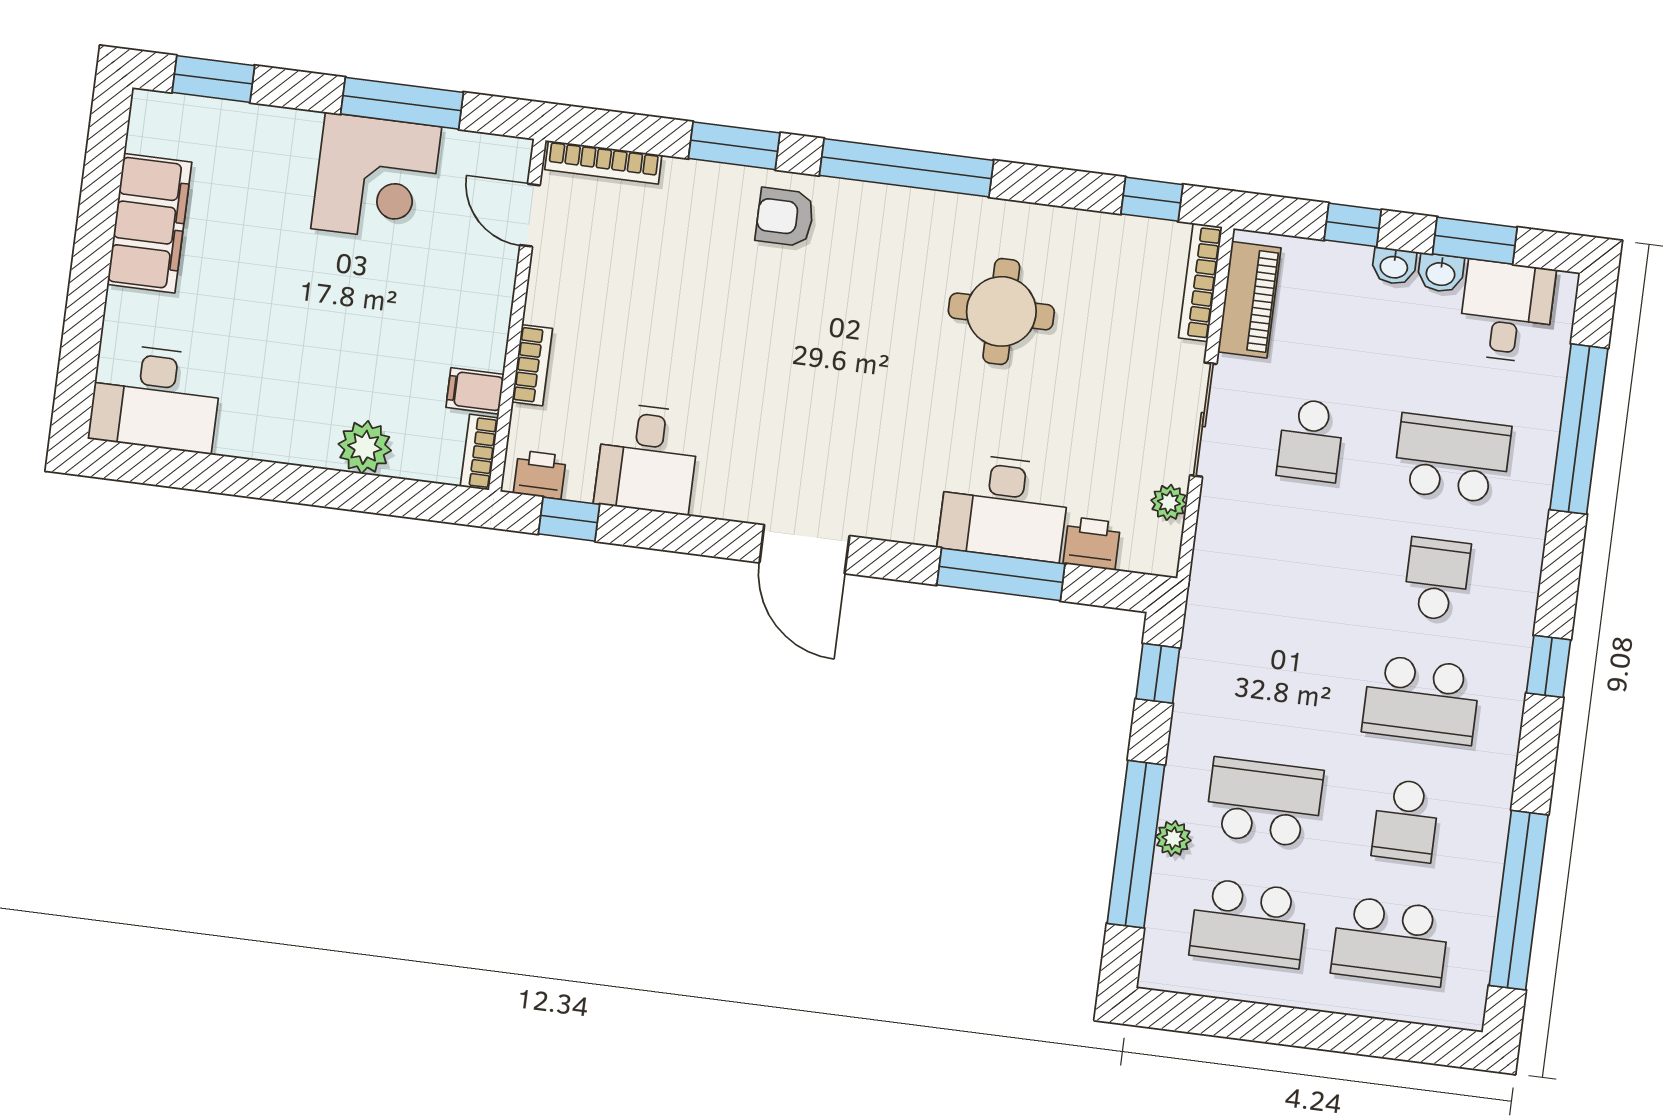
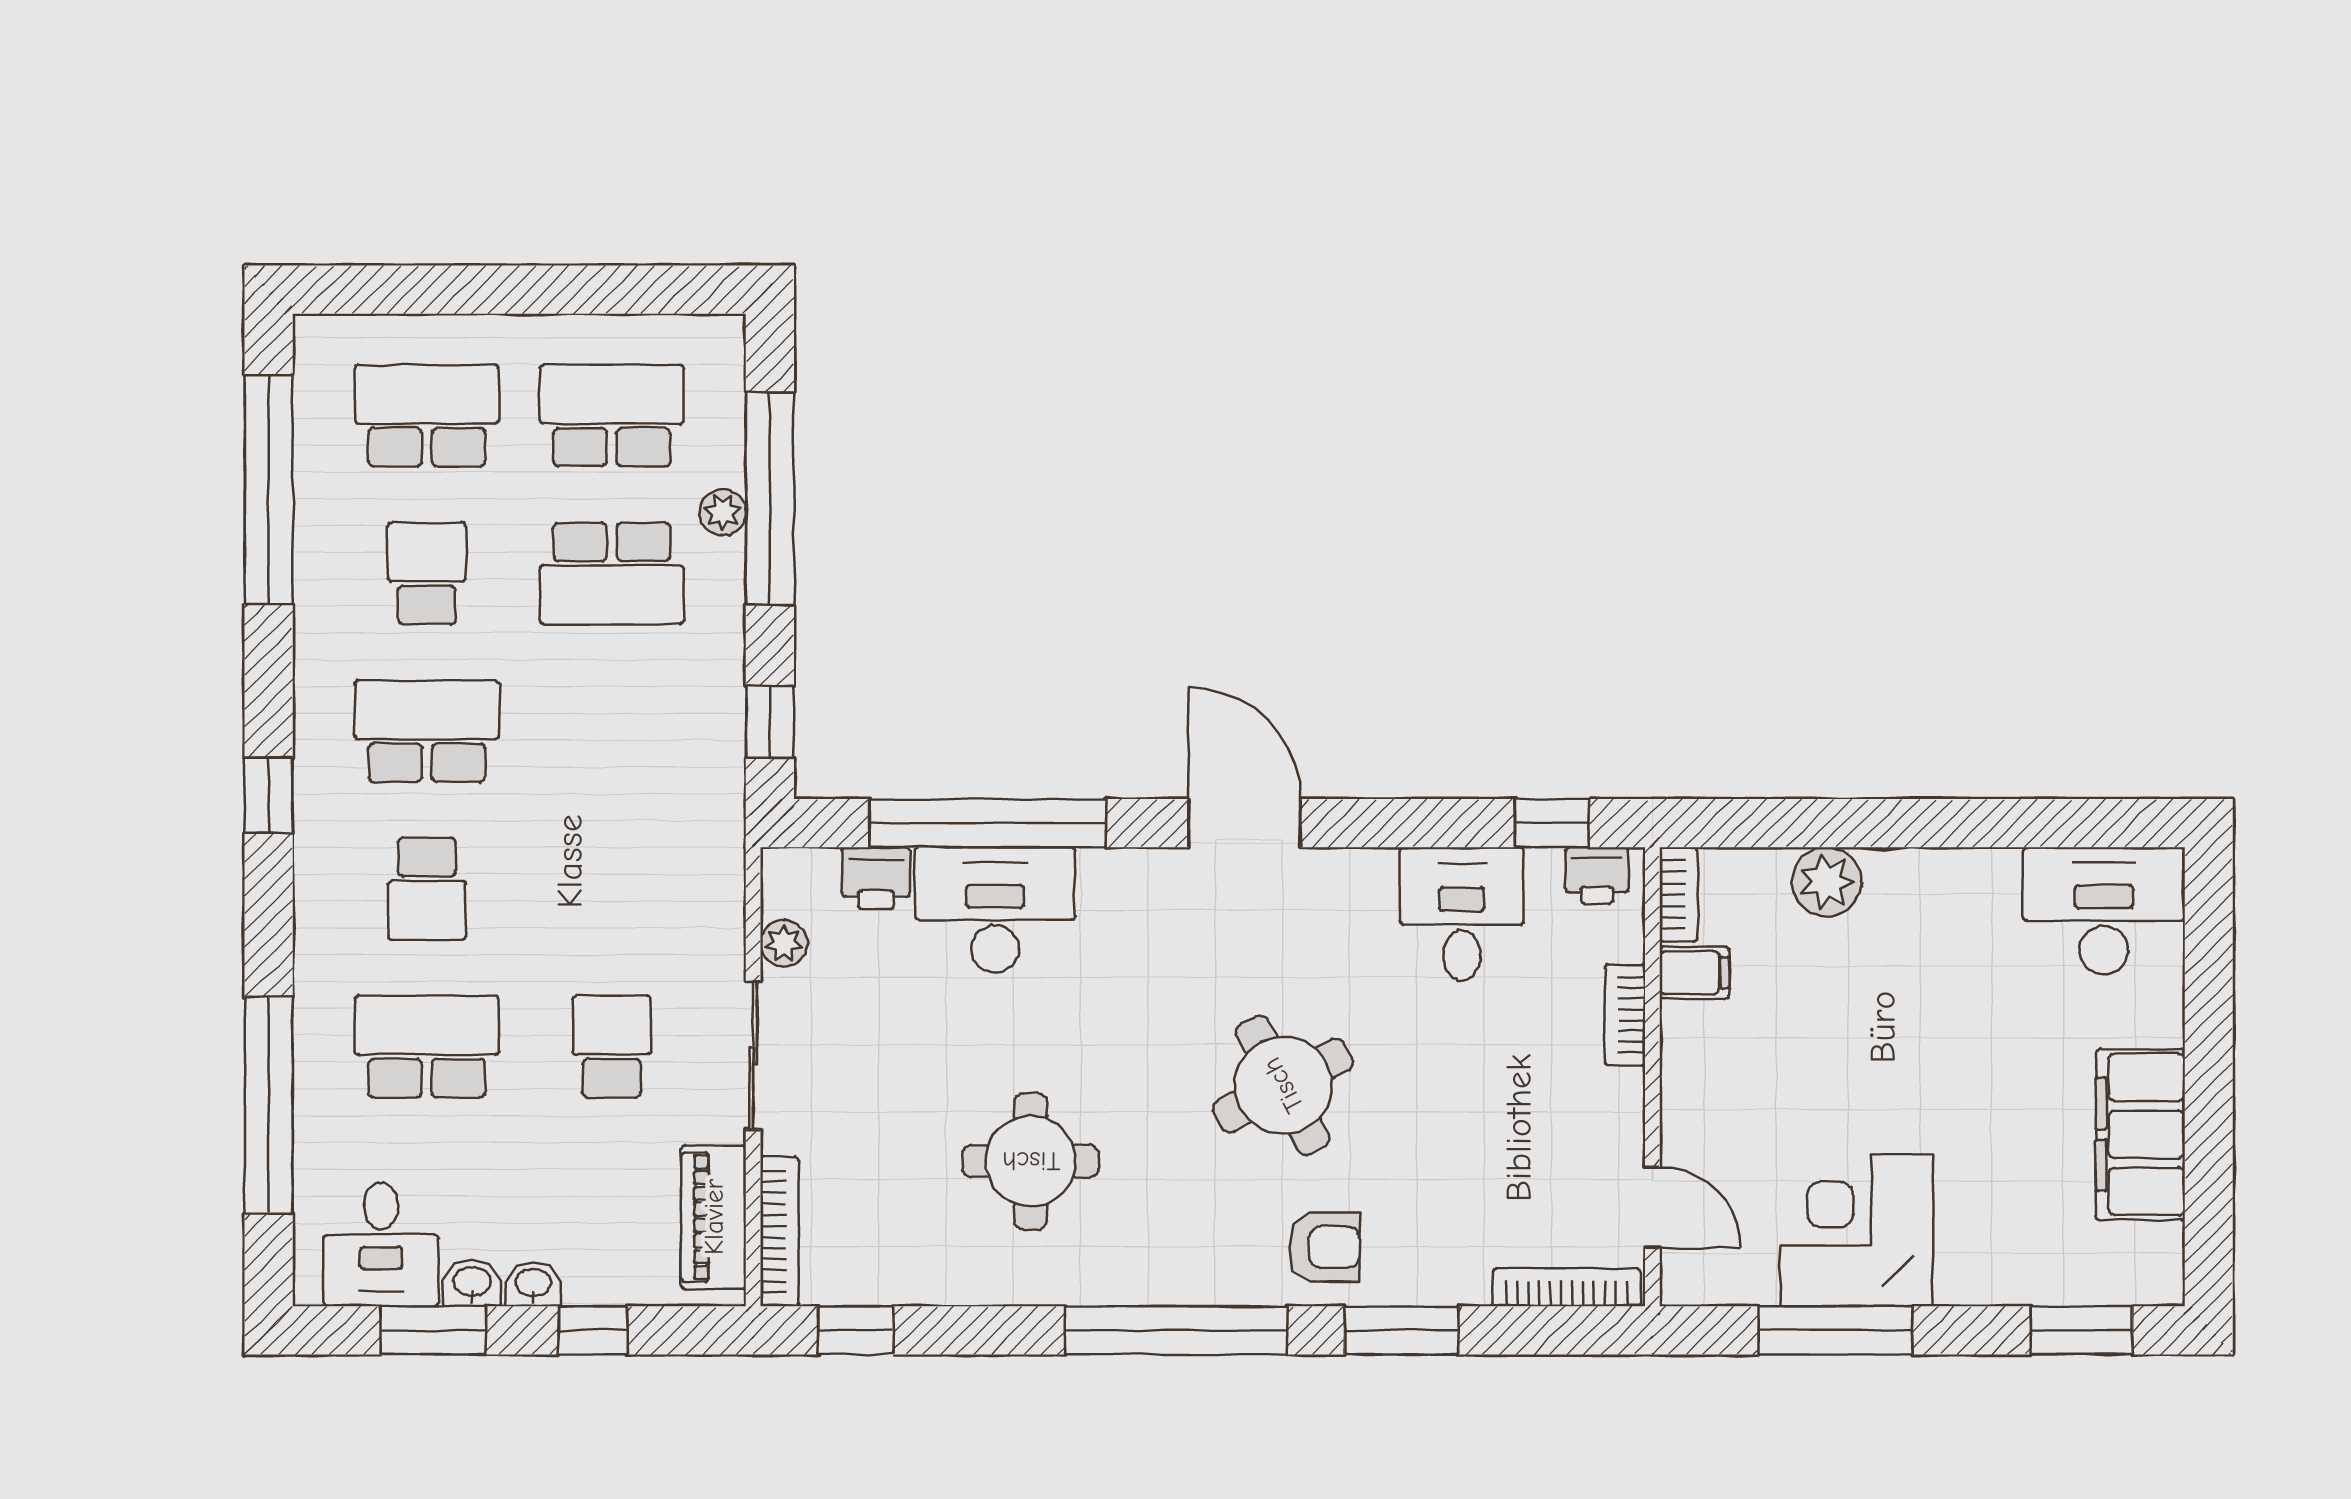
round table: (801, 345) -> (1283, 1085), added
school desk: (1452, 458) -> (427, 1047), turned 180
window: (1001, 574) -> (988, 823), width x1.46

